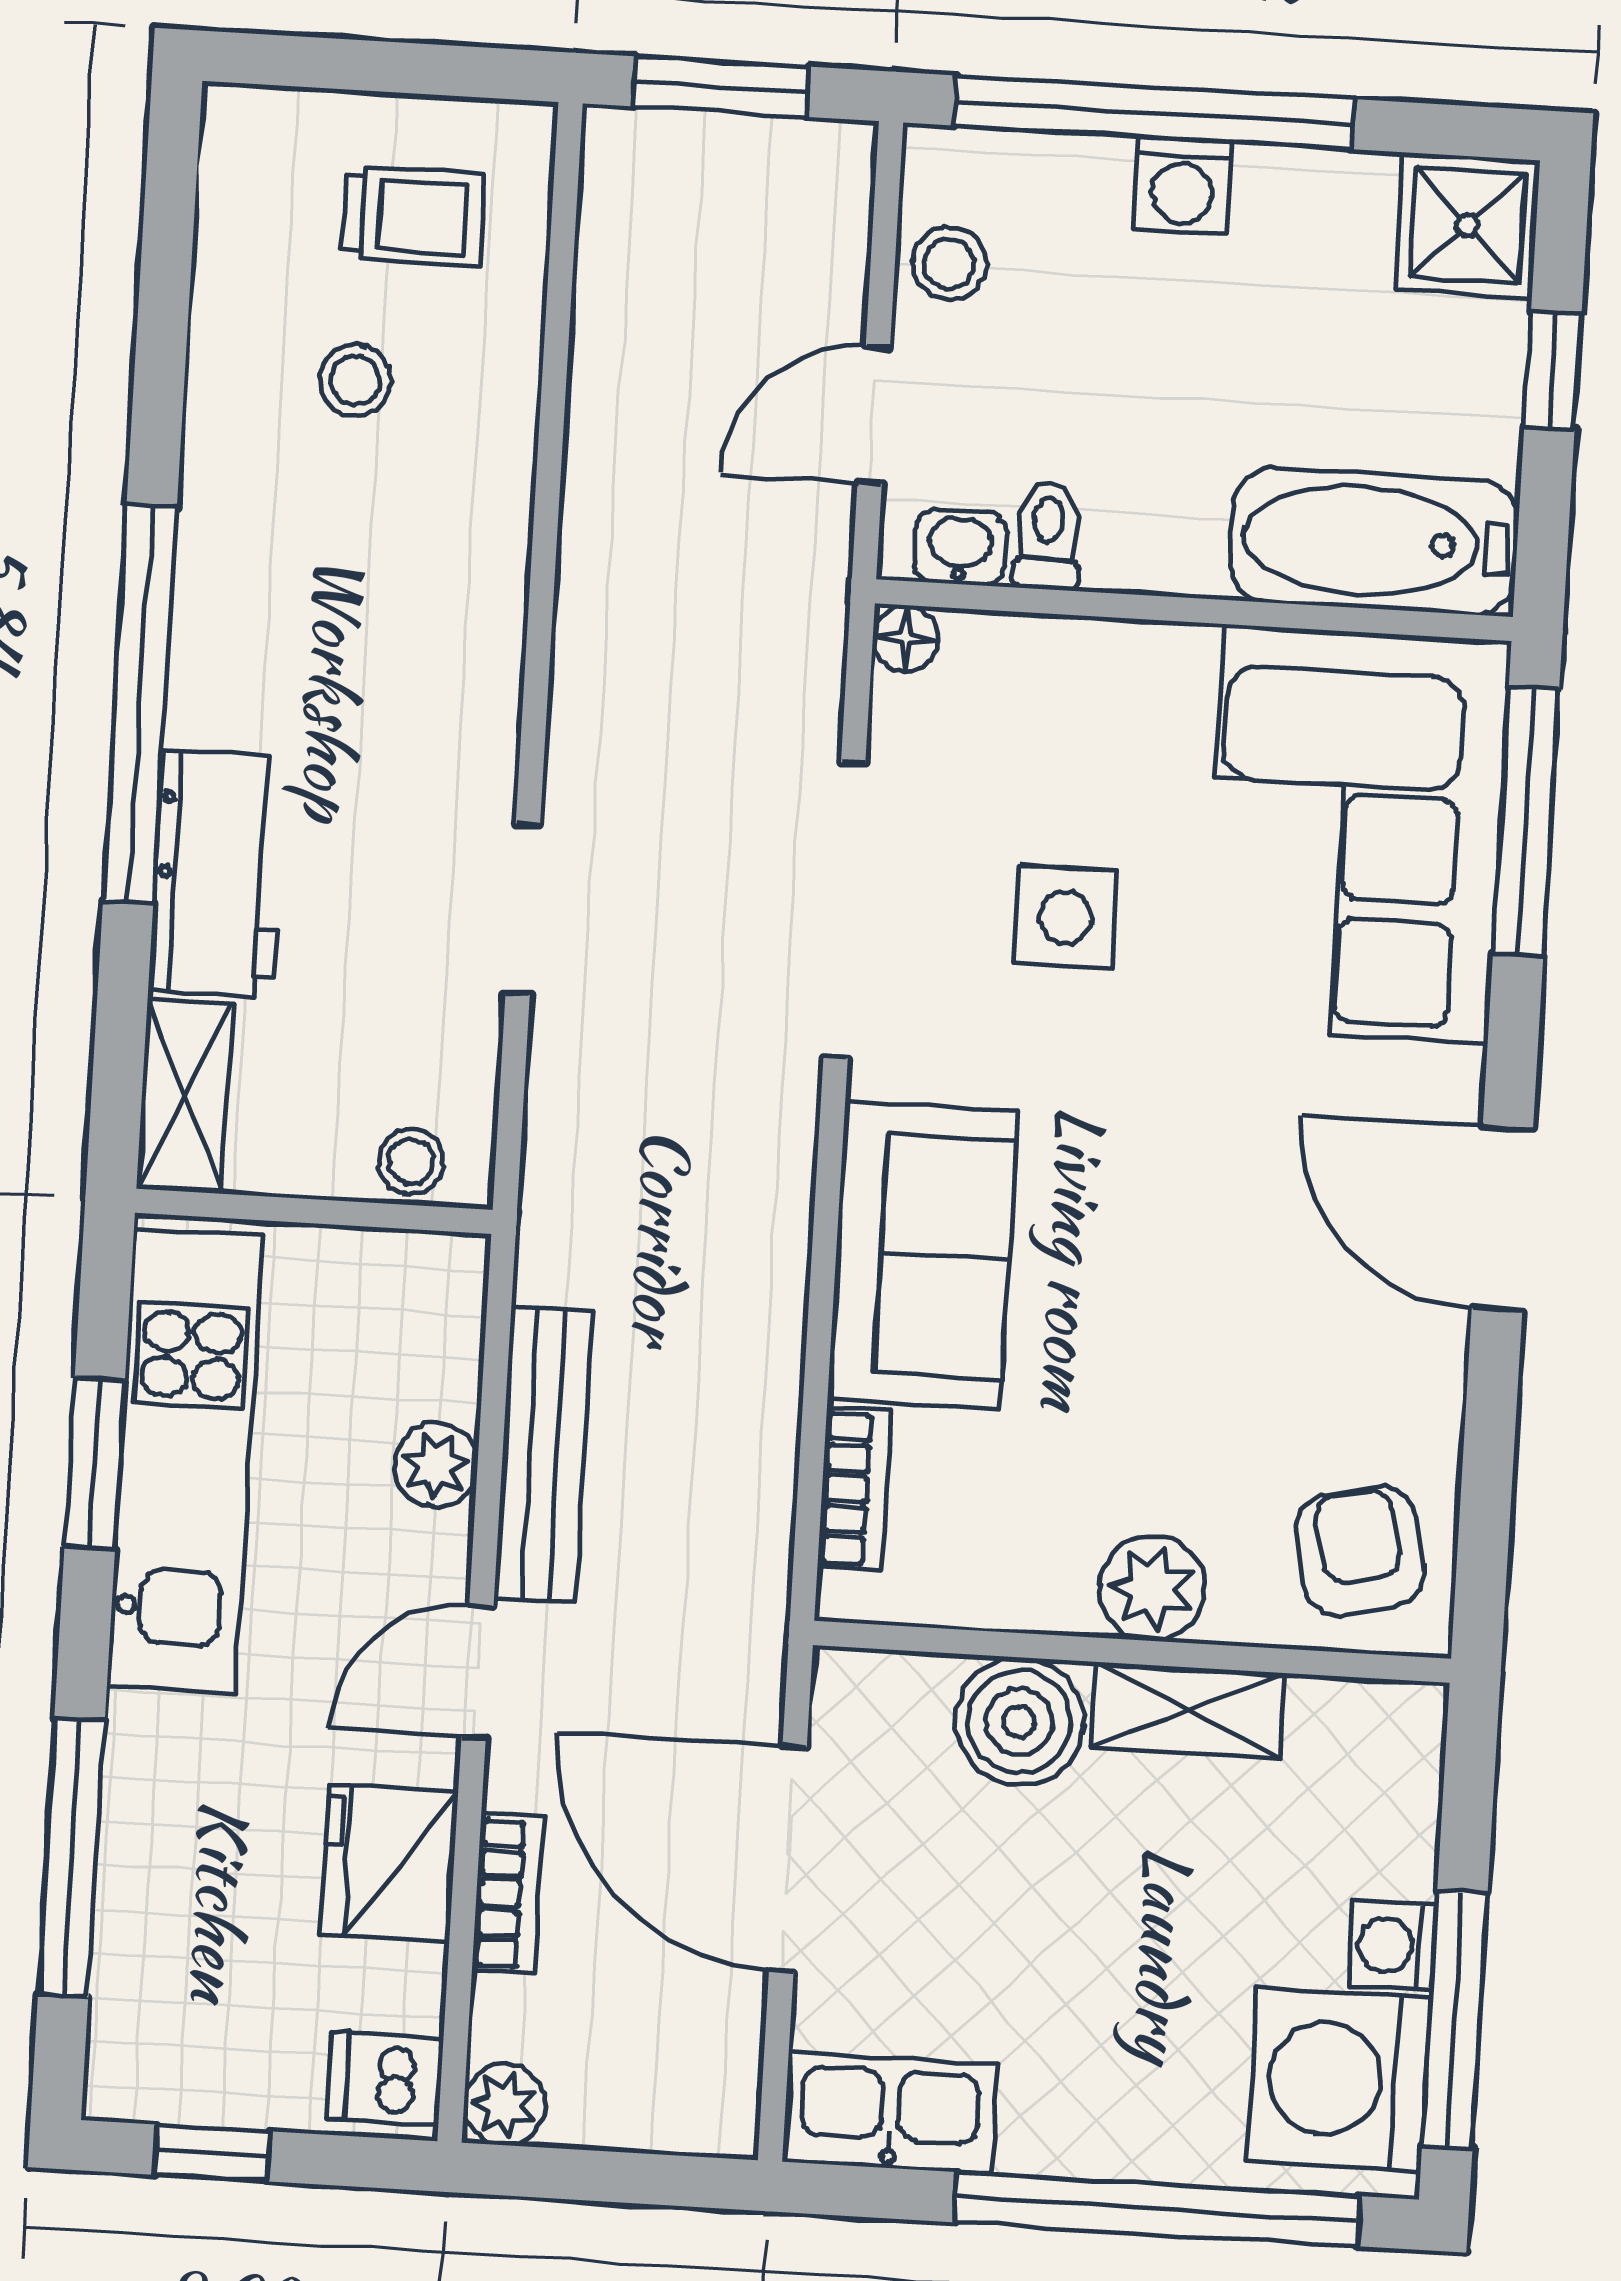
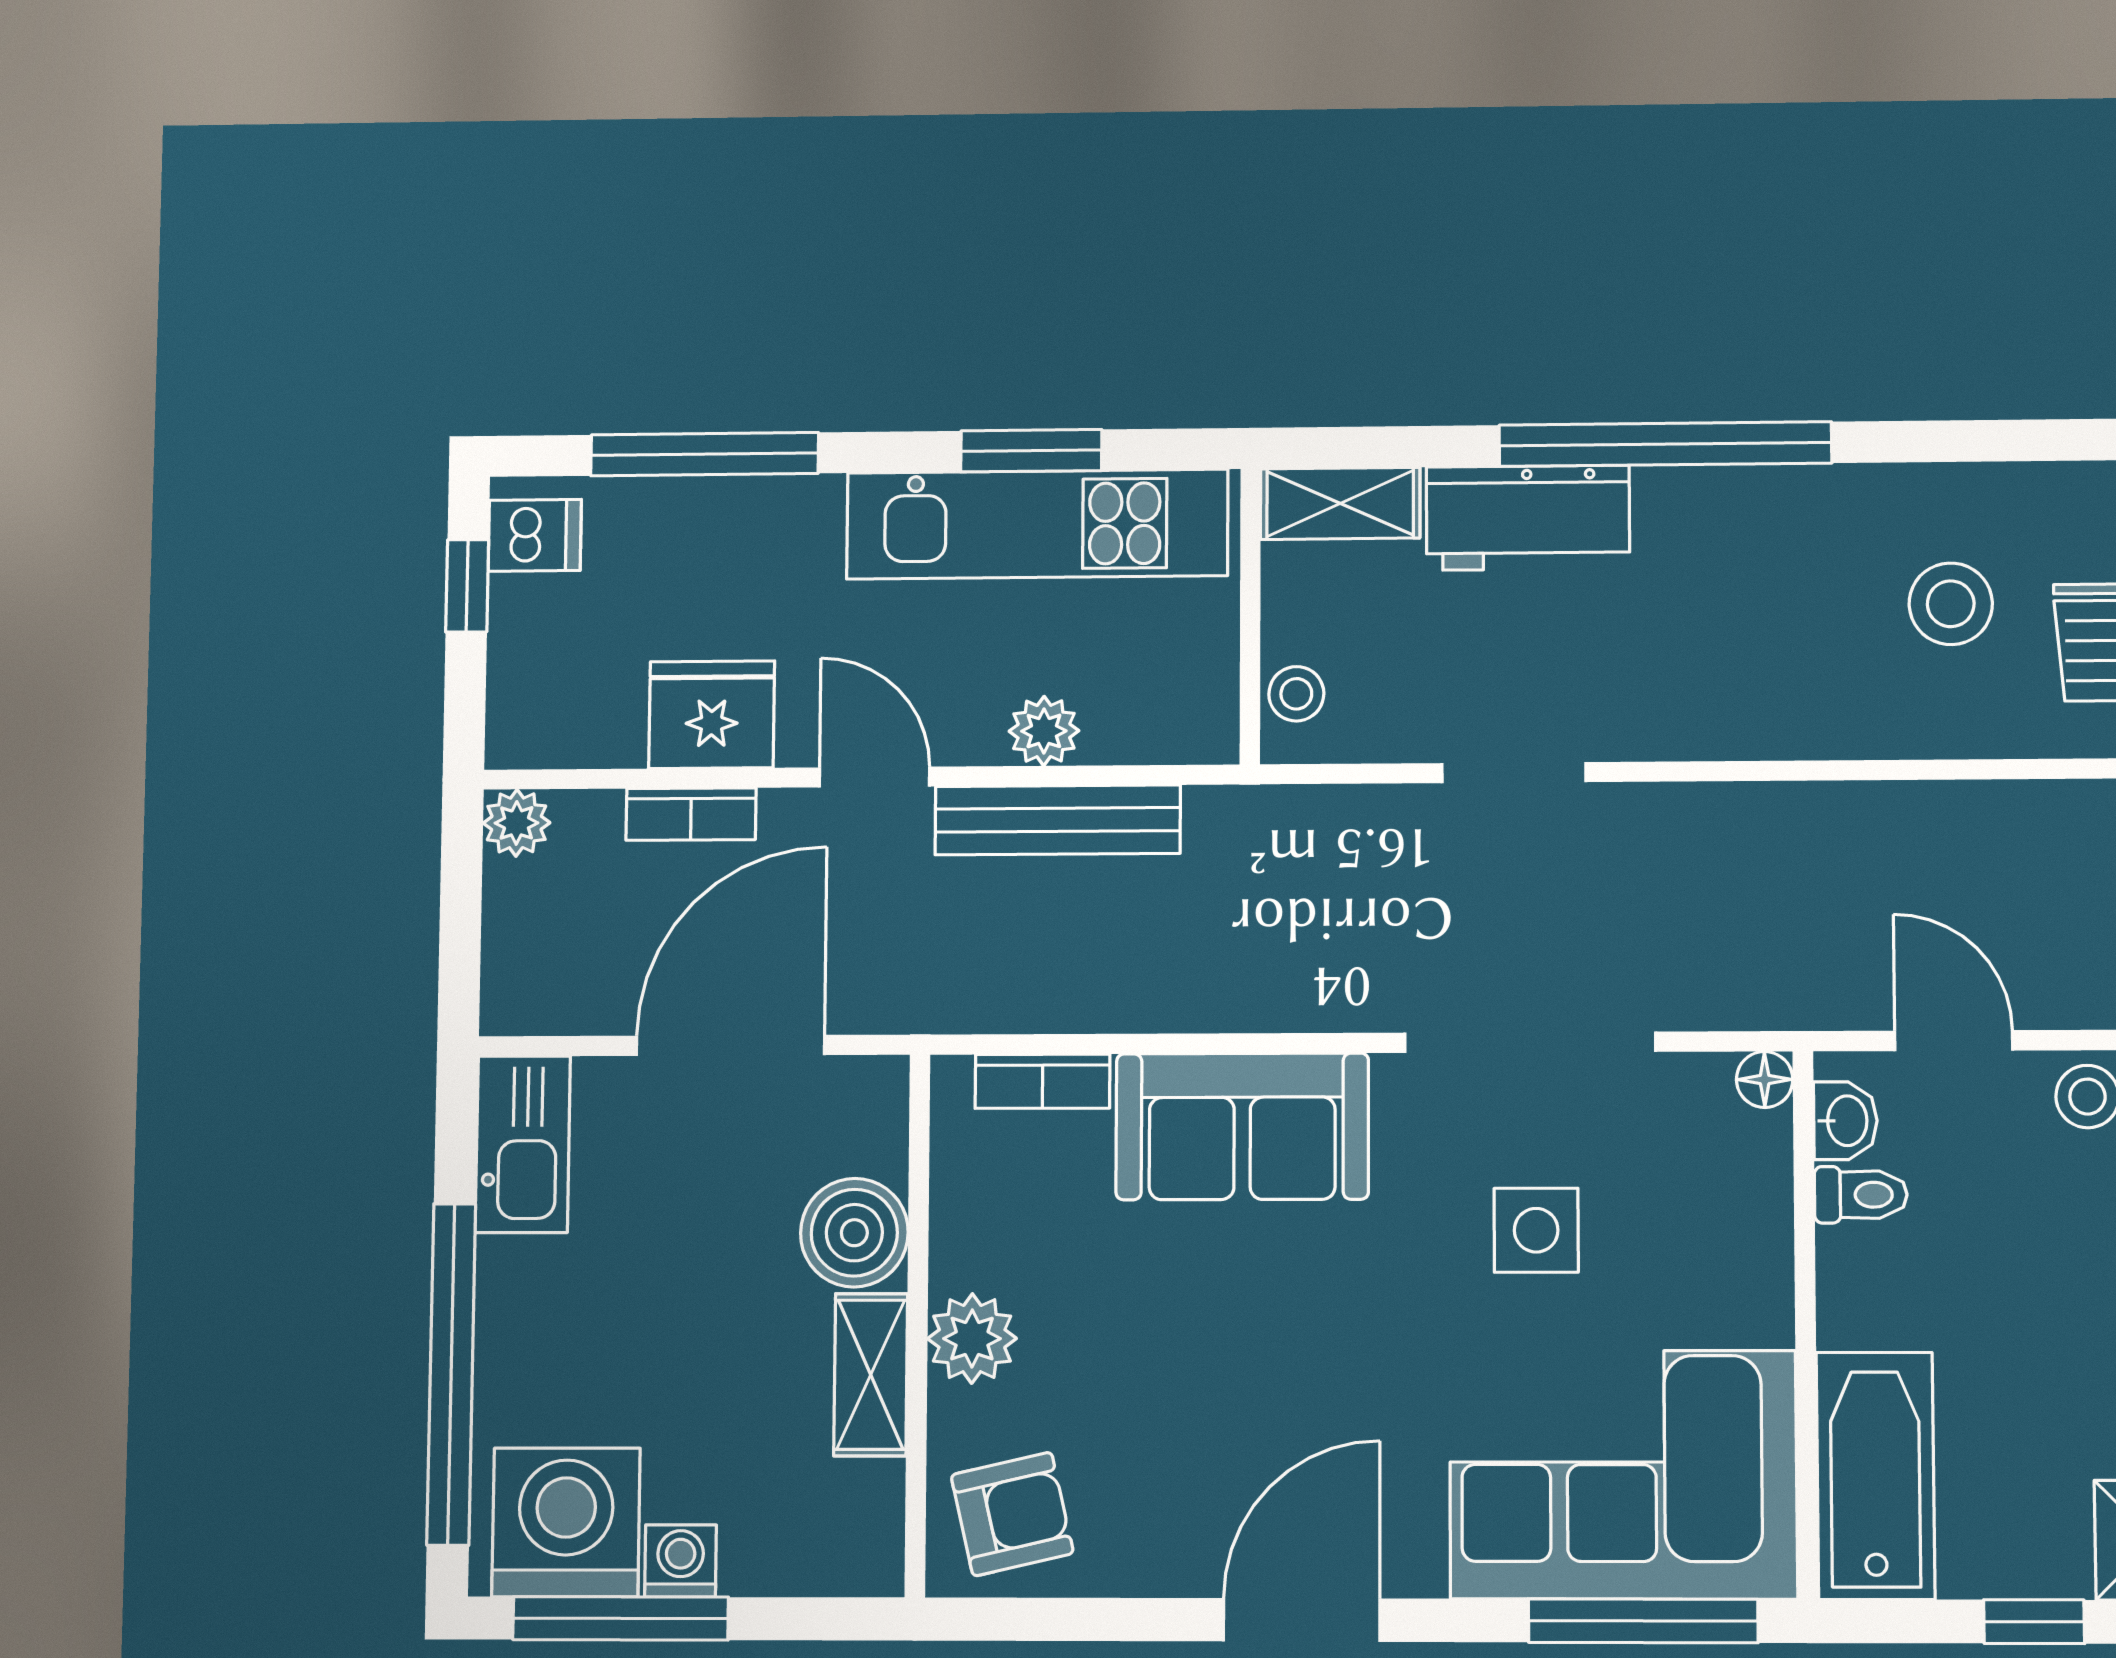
stool: (356, 380) -> (1951, 604), width x1.37, depth x1.37
dishwasher: (385, 2079) -> (535, 535), moved, turned 90

